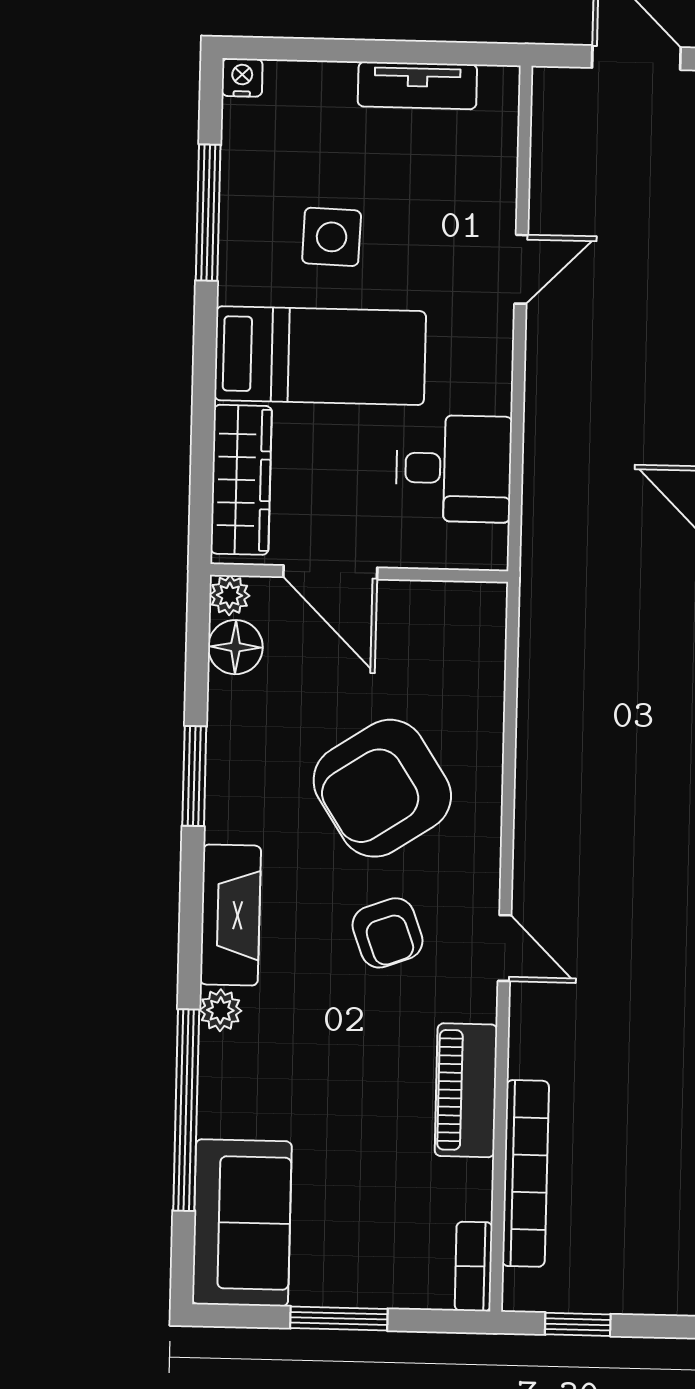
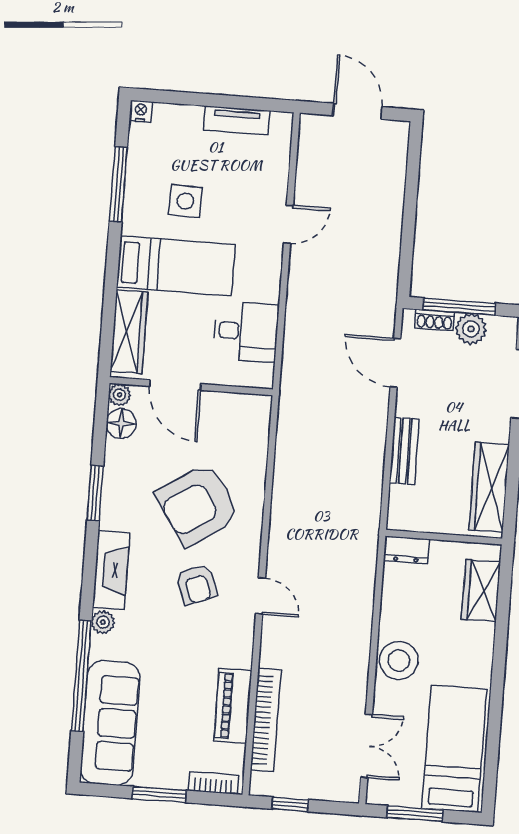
piano: (466, 1090) -> (233, 706), moved
sofa: (242, 1223) -> (110, 723), width x1.36
bookcase: (474, 1266) -> (213, 783), moved, turned 90

